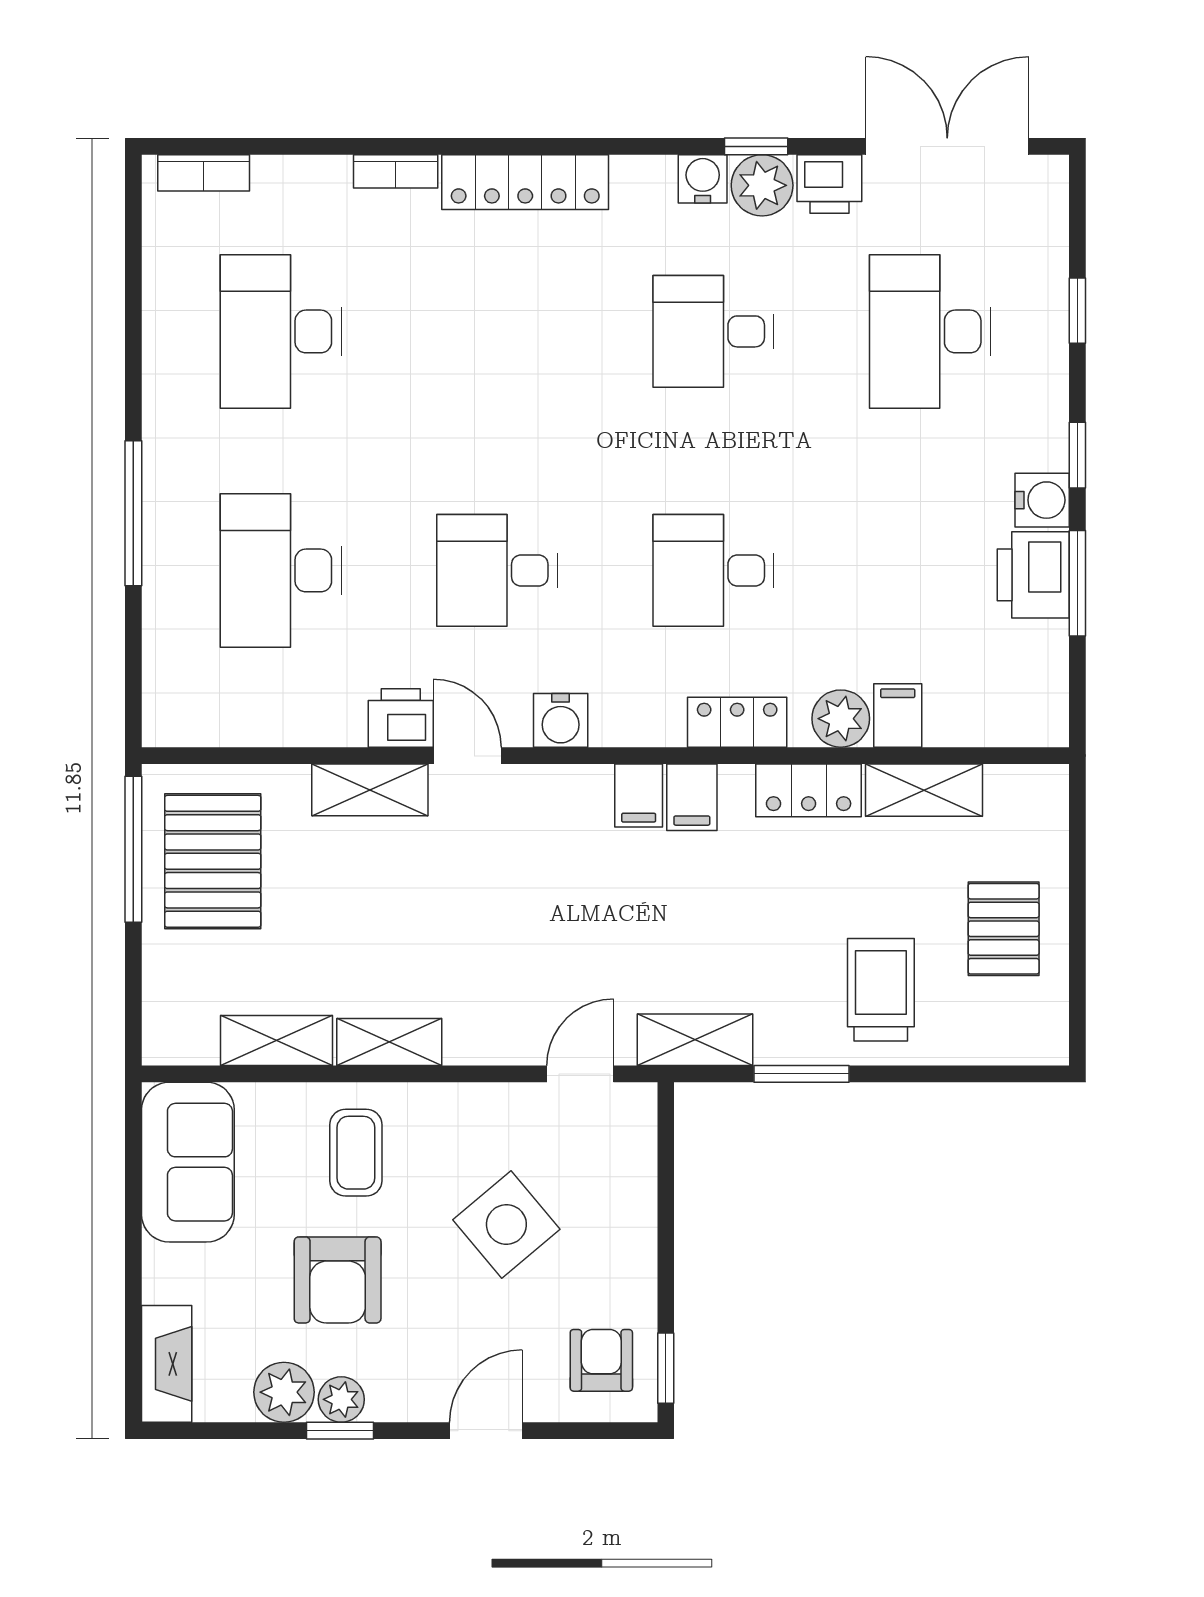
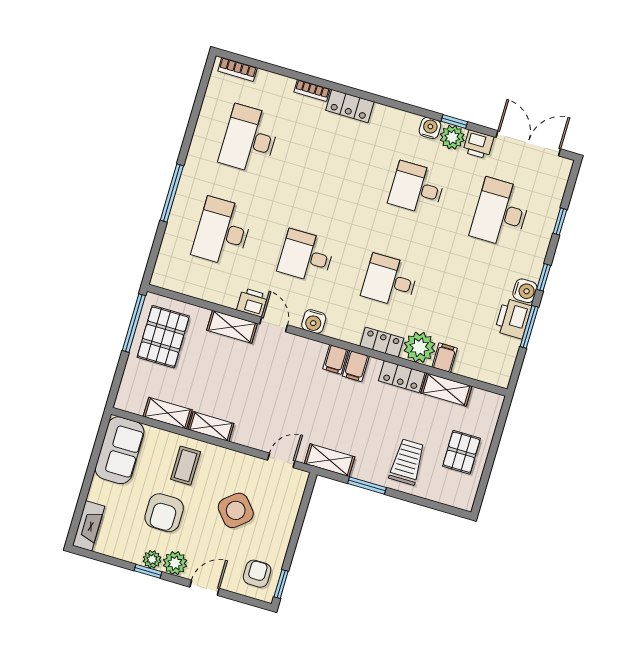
locker: (525, 182) -> (350, 106), width x0.66
plant: (841, 719) -> (419, 347), width x1.36, depth x1.36
plant: (284, 1392) -> (175, 563), moved

